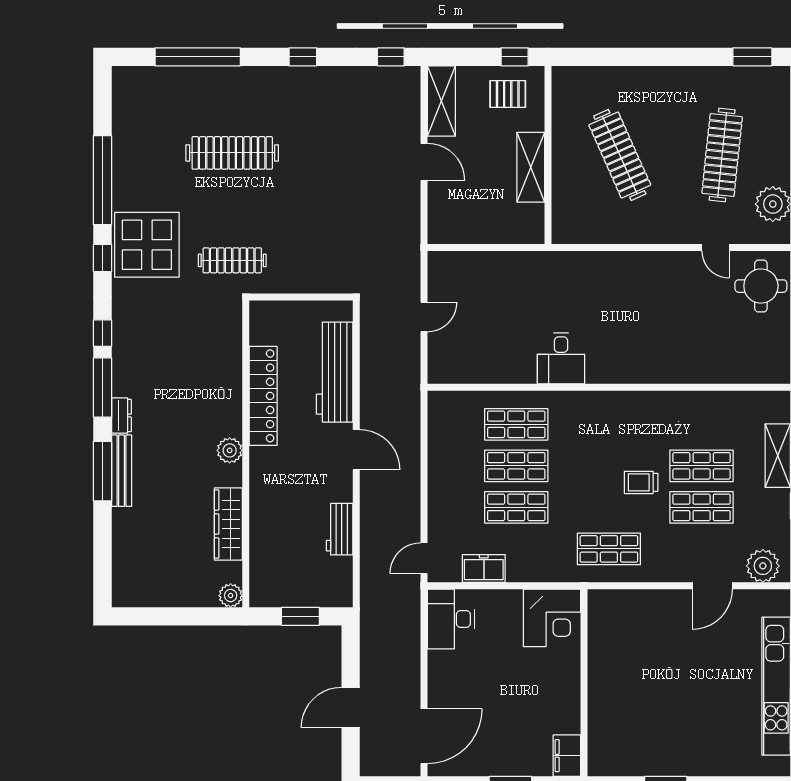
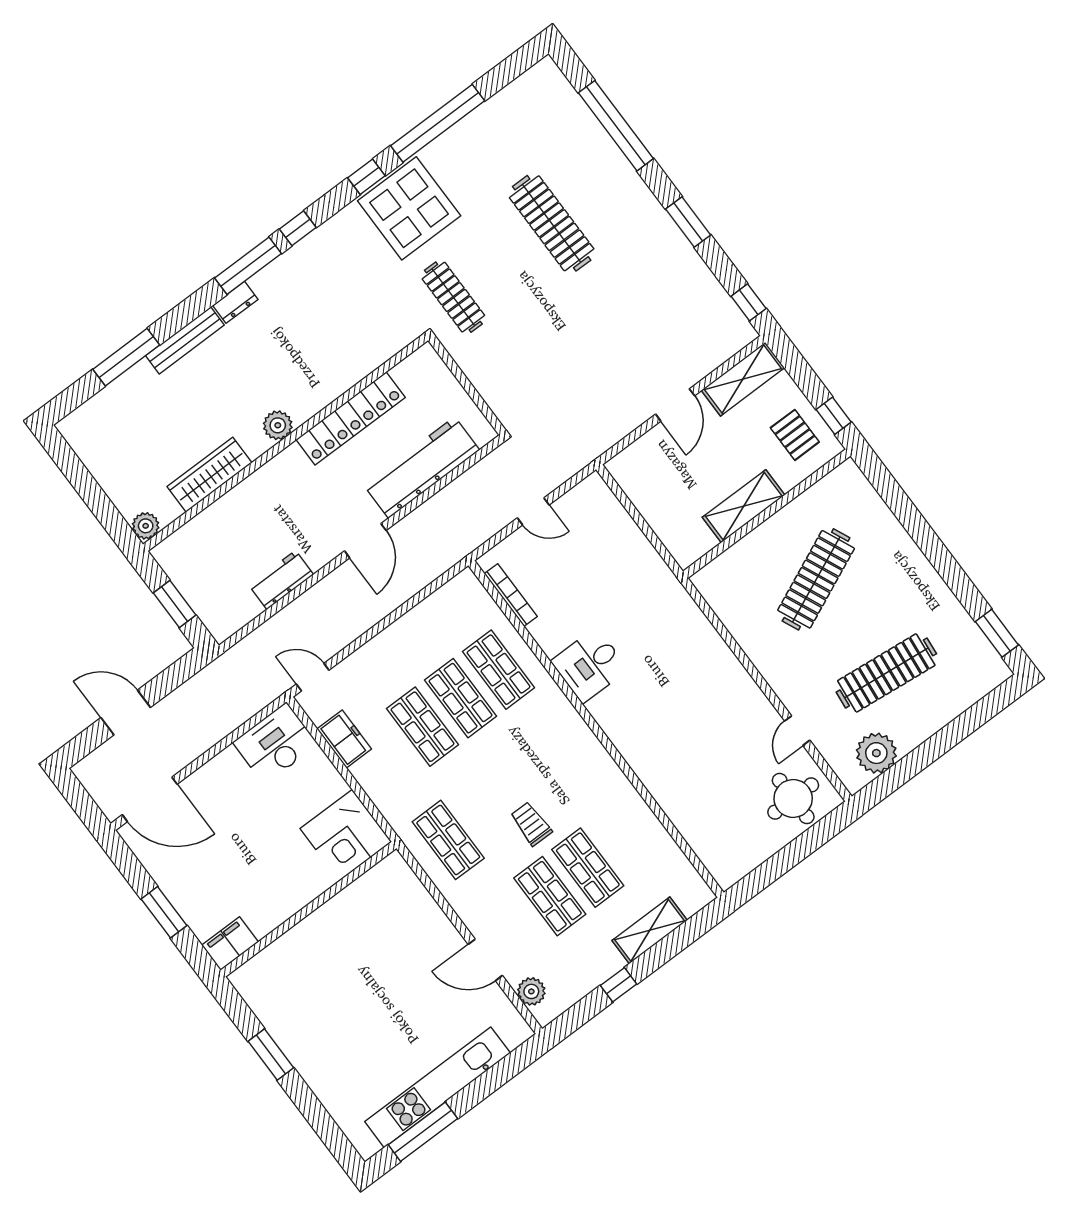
window: (303, 57) -> (688, 222), width x1.50
bookcase: (471, 377) -> (511, 595), added
window: (102, 471) -> (126, 357), moved
plant: (763, 566) -> (531, 991), width x0.73, depth x0.73

